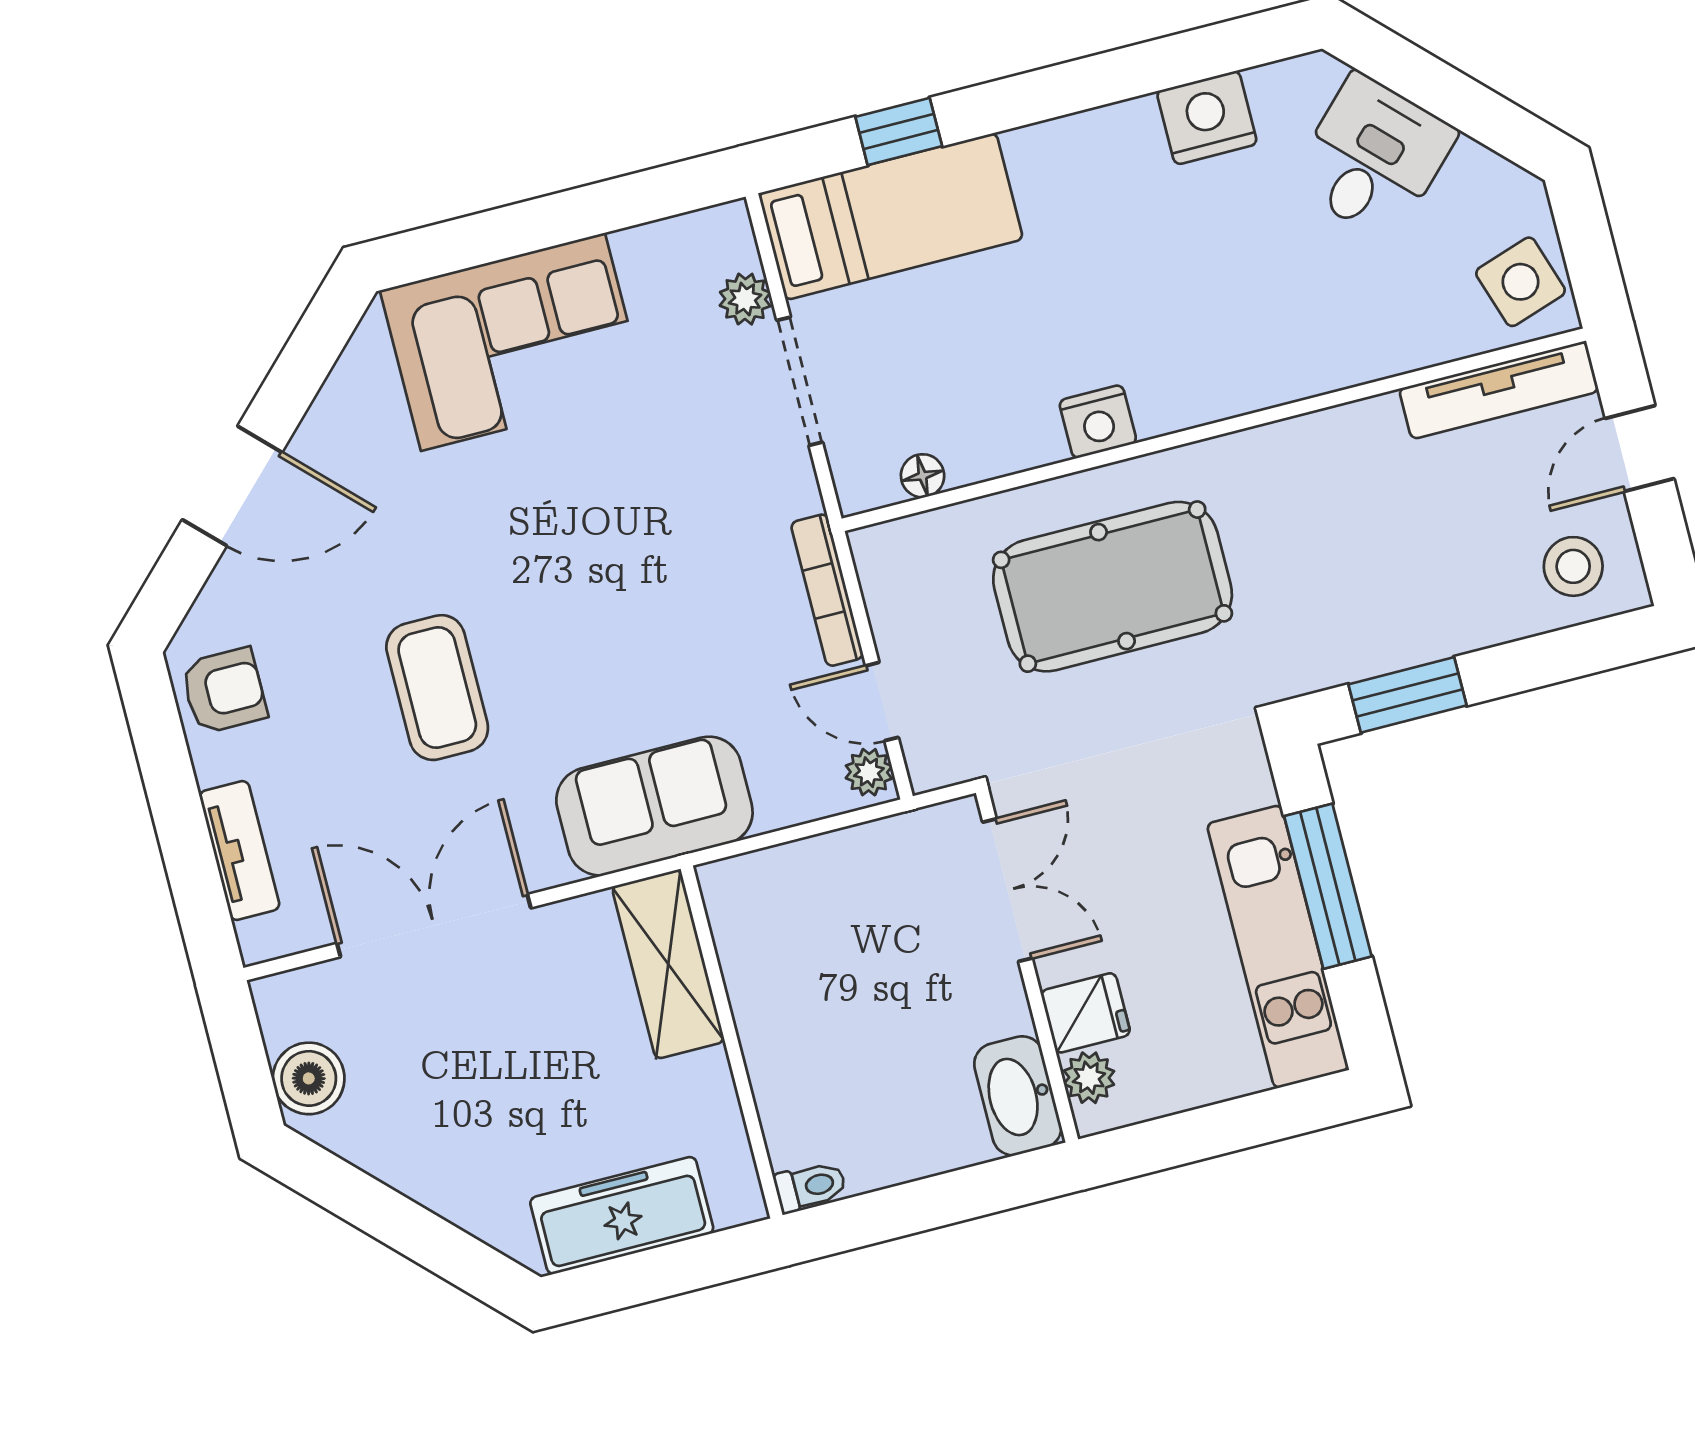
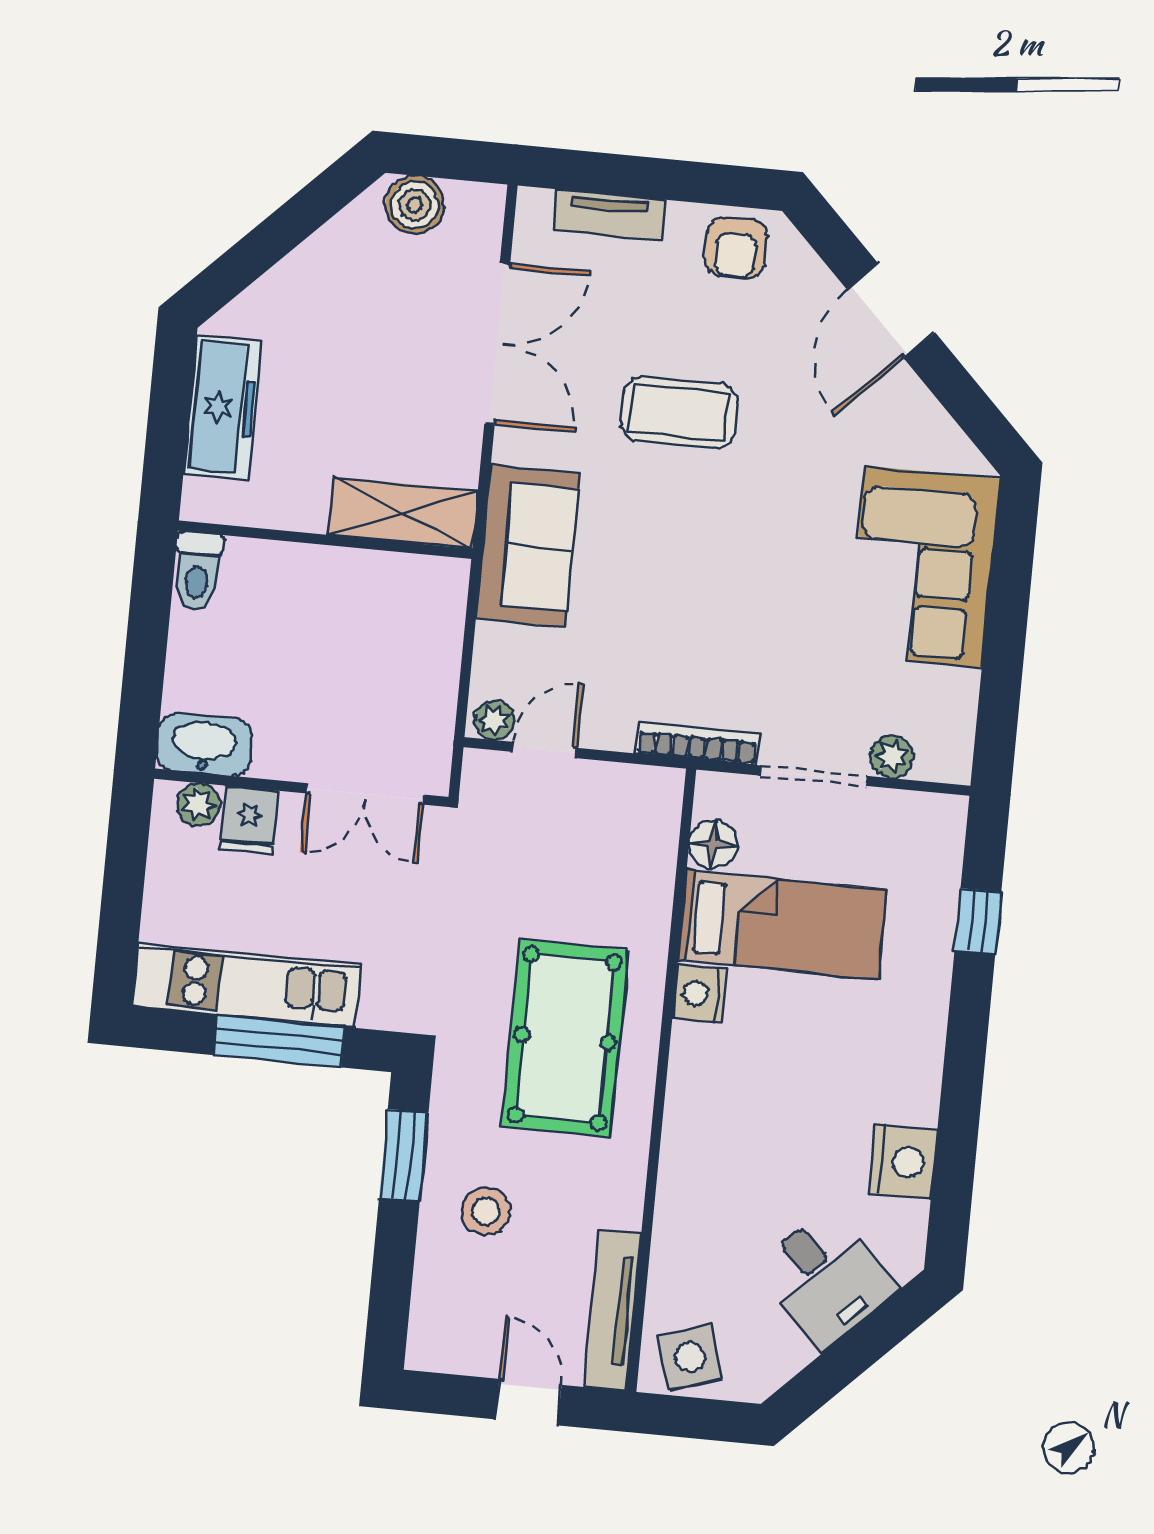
bed: (891, 216) -> (782, 925), moved, turned -90
floor lamp: (923, 476) -> (713, 844), width x1.37, depth x1.37
stool: (1573, 566) -> (486, 1211), moved
pool table: (1113, 587) -> (565, 1038), moved
bookcase: (827, 590) -> (697, 744), moved
toilet: (810, 1187) -> (197, 571), width x1.37, depth x1.39

